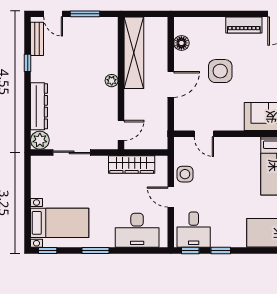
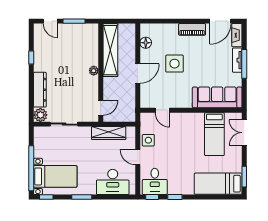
bench: (37, 39) -> (38, 40), removed
window: (28, 212) -> (31, 168), added

